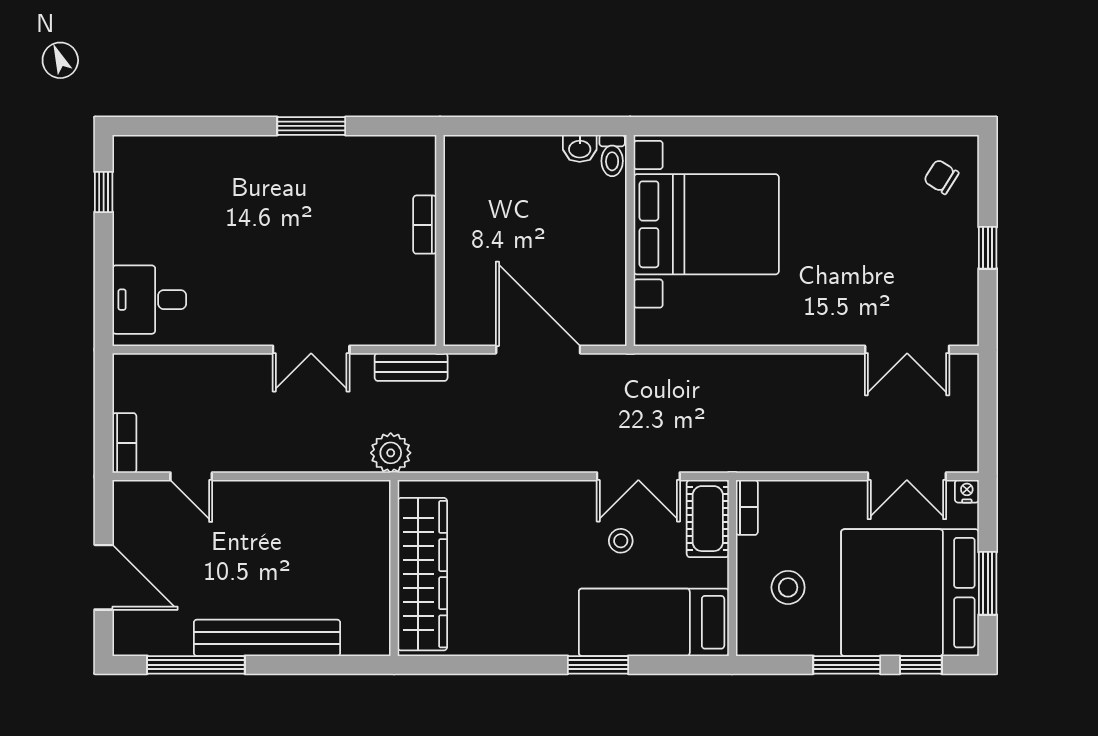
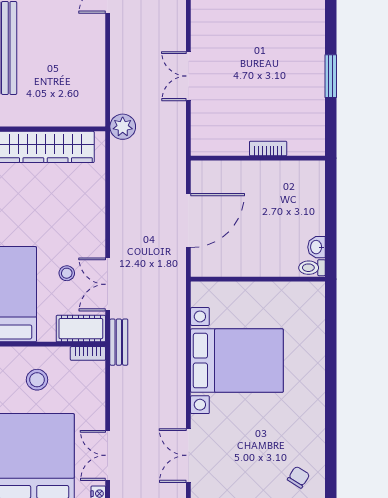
bed with nightstands: (706, 224) -> (237, 361), moved, turned -90
bench: (411, 367) -> (119, 342), moved

